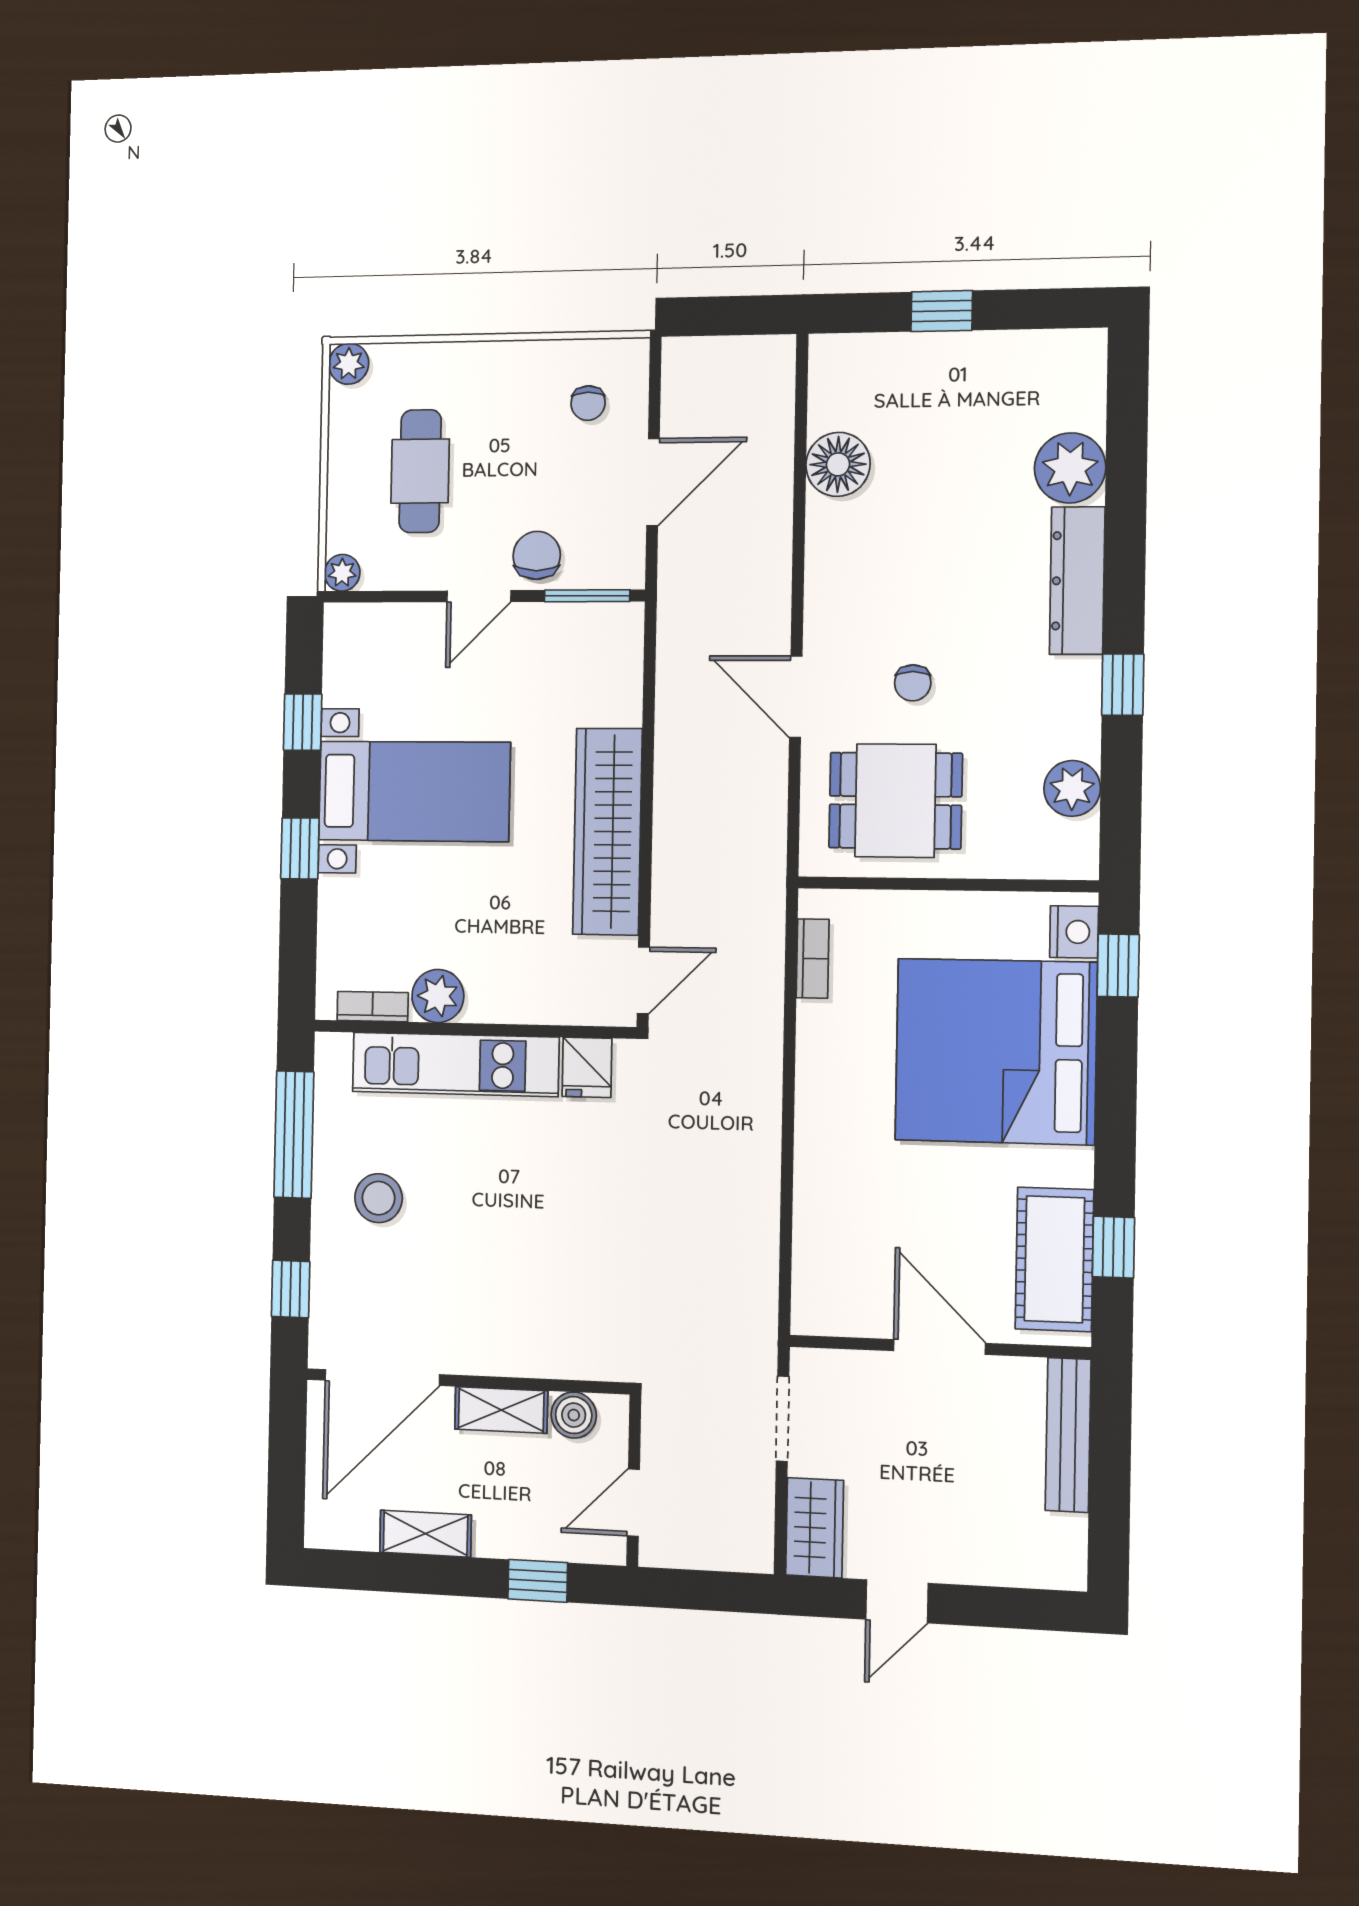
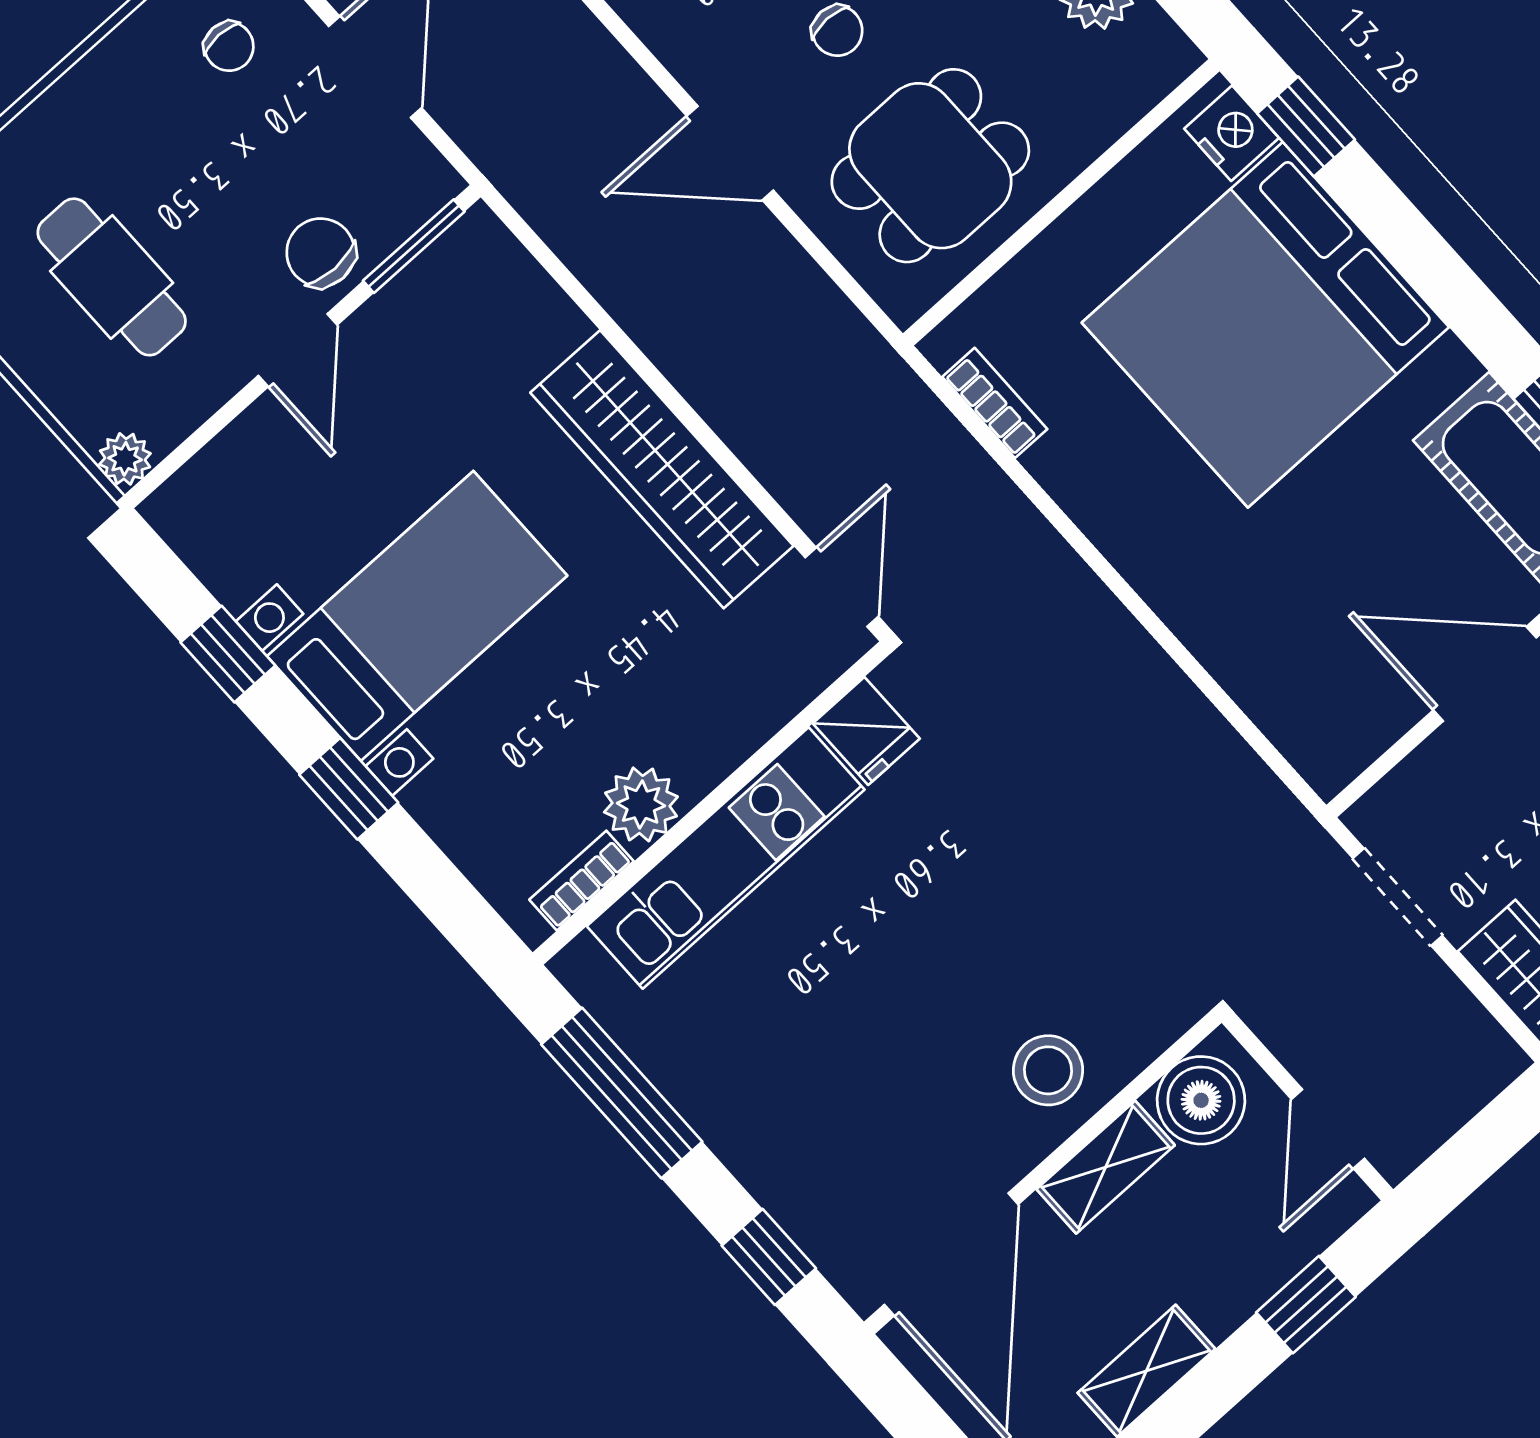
stool: (379, 1198) -> (1048, 1070), moved
boiler: (574, 1415) -> (1201, 1100), width x1.36, depth x1.36

